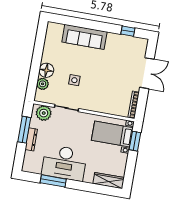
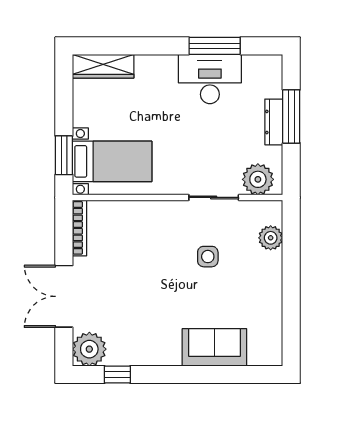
sofa: (84, 37) -> (214, 347), width x0.73
plant: (139, 46) -> (89, 349), added
floor lamp: (46, 70) -> (268, 266), removed
window: (24, 130) -> (291, 116), moved
desk: (64, 163) -> (210, 79), width x0.73, depth x0.77

